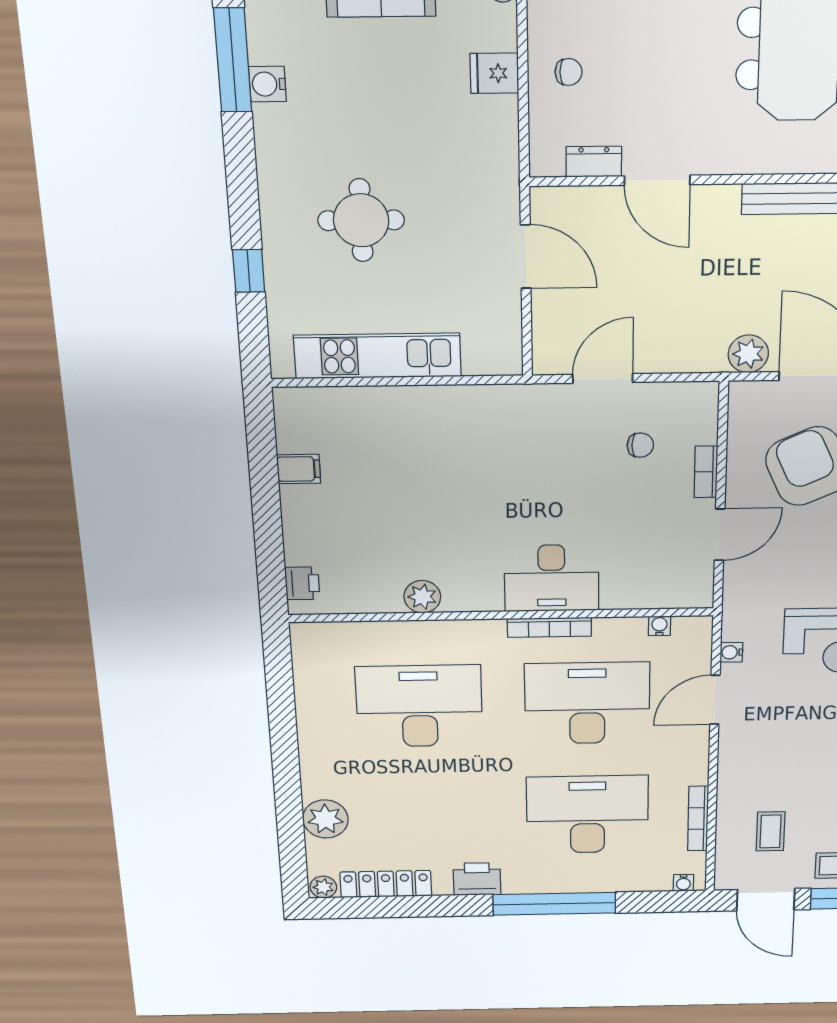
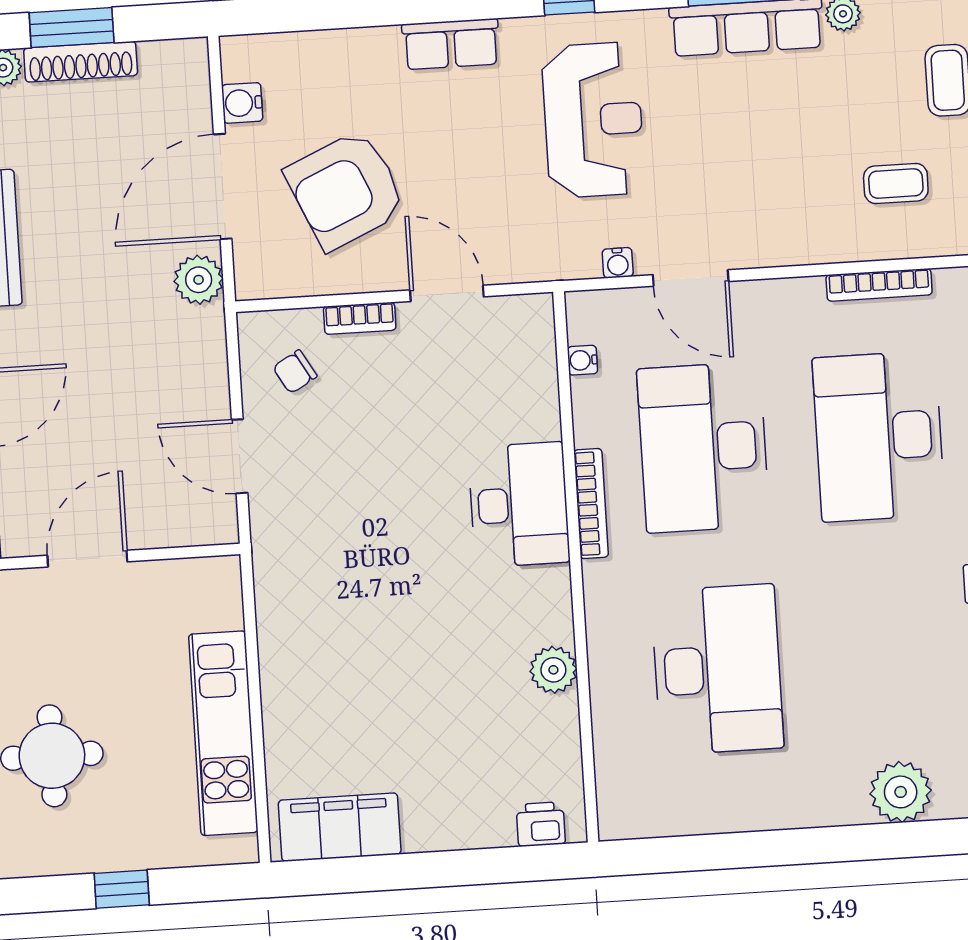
chair: (640, 445) -> (295, 372), moved, turned -120
filing cabinet: (299, 469) -> (340, 827), width x3.00, depth x1.17
desk: (419, 706) -> (717, 669), turned 180

